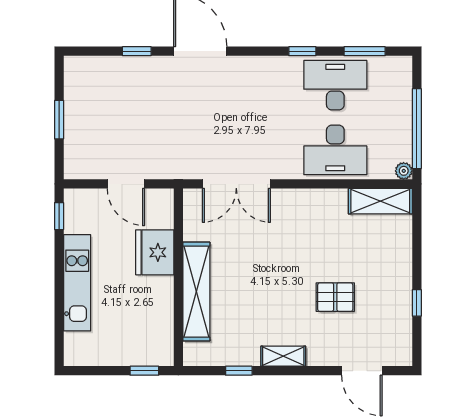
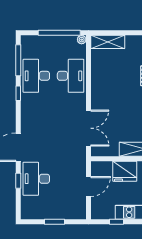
window: (365, 51) -> (18, 60), width x1.44
desk: (141, 85) -> (36, 179), added
shelving: (380, 201) -> (108, 42), moved, turned 90
window: (59, 216) -> (117, 222), moved

